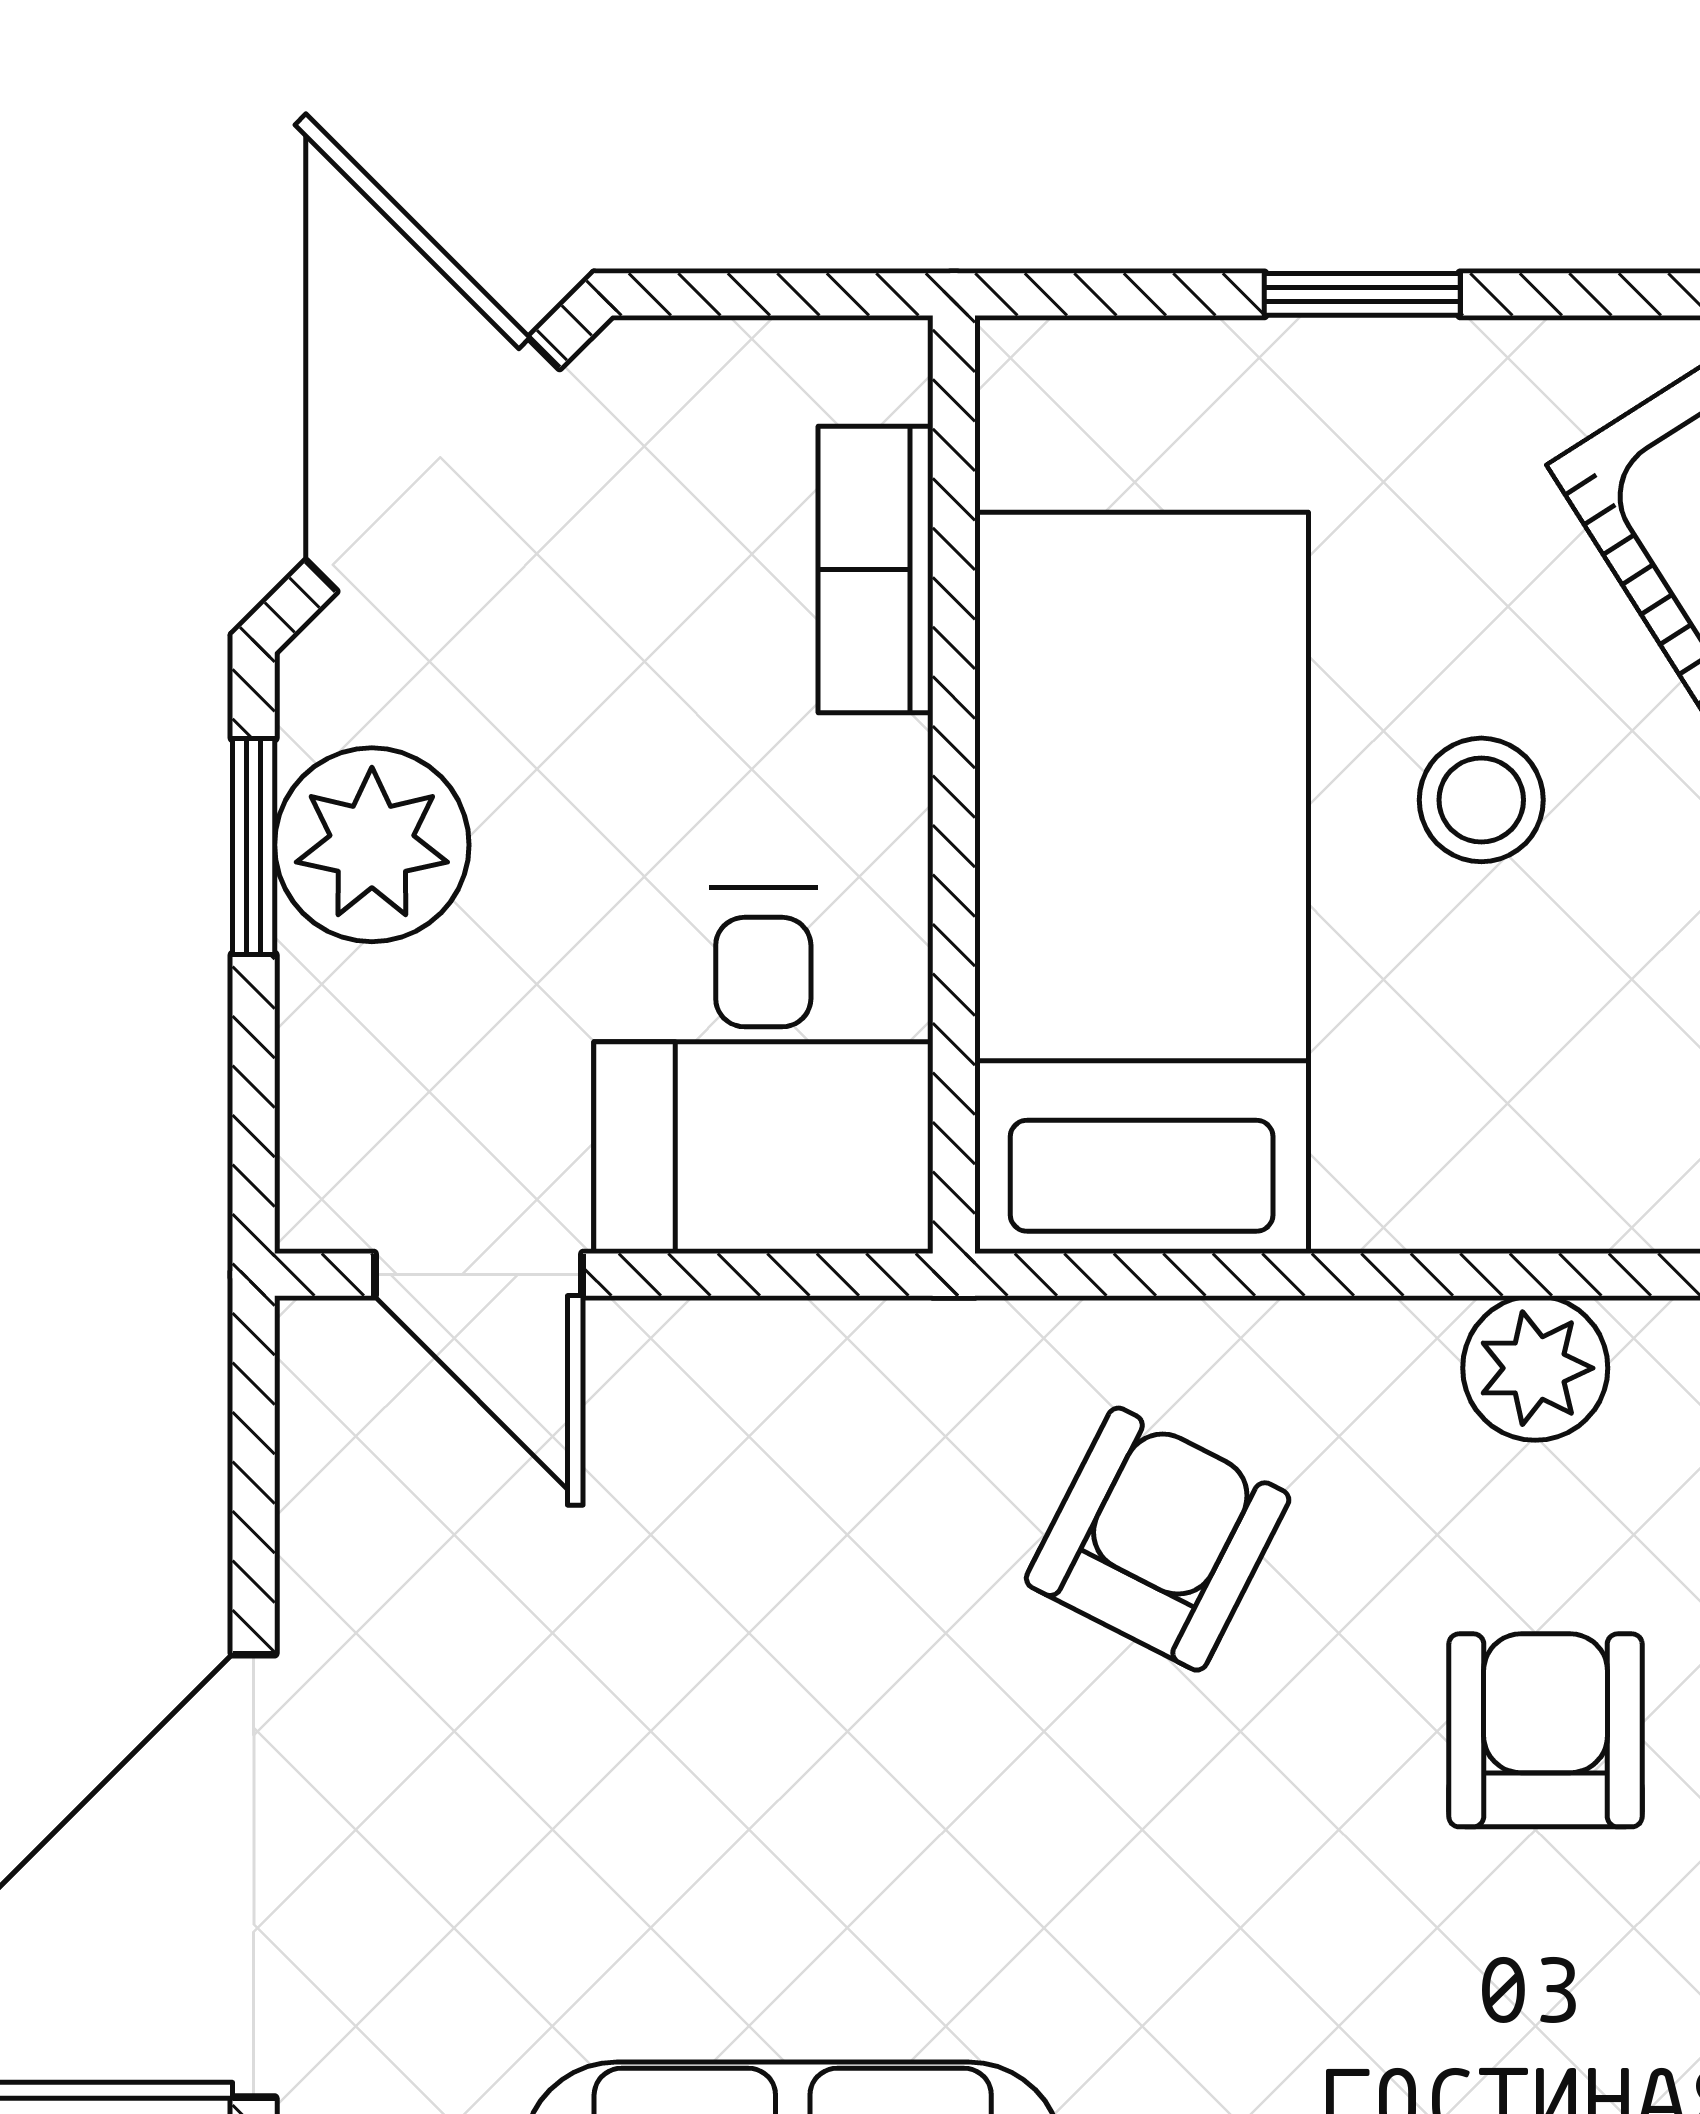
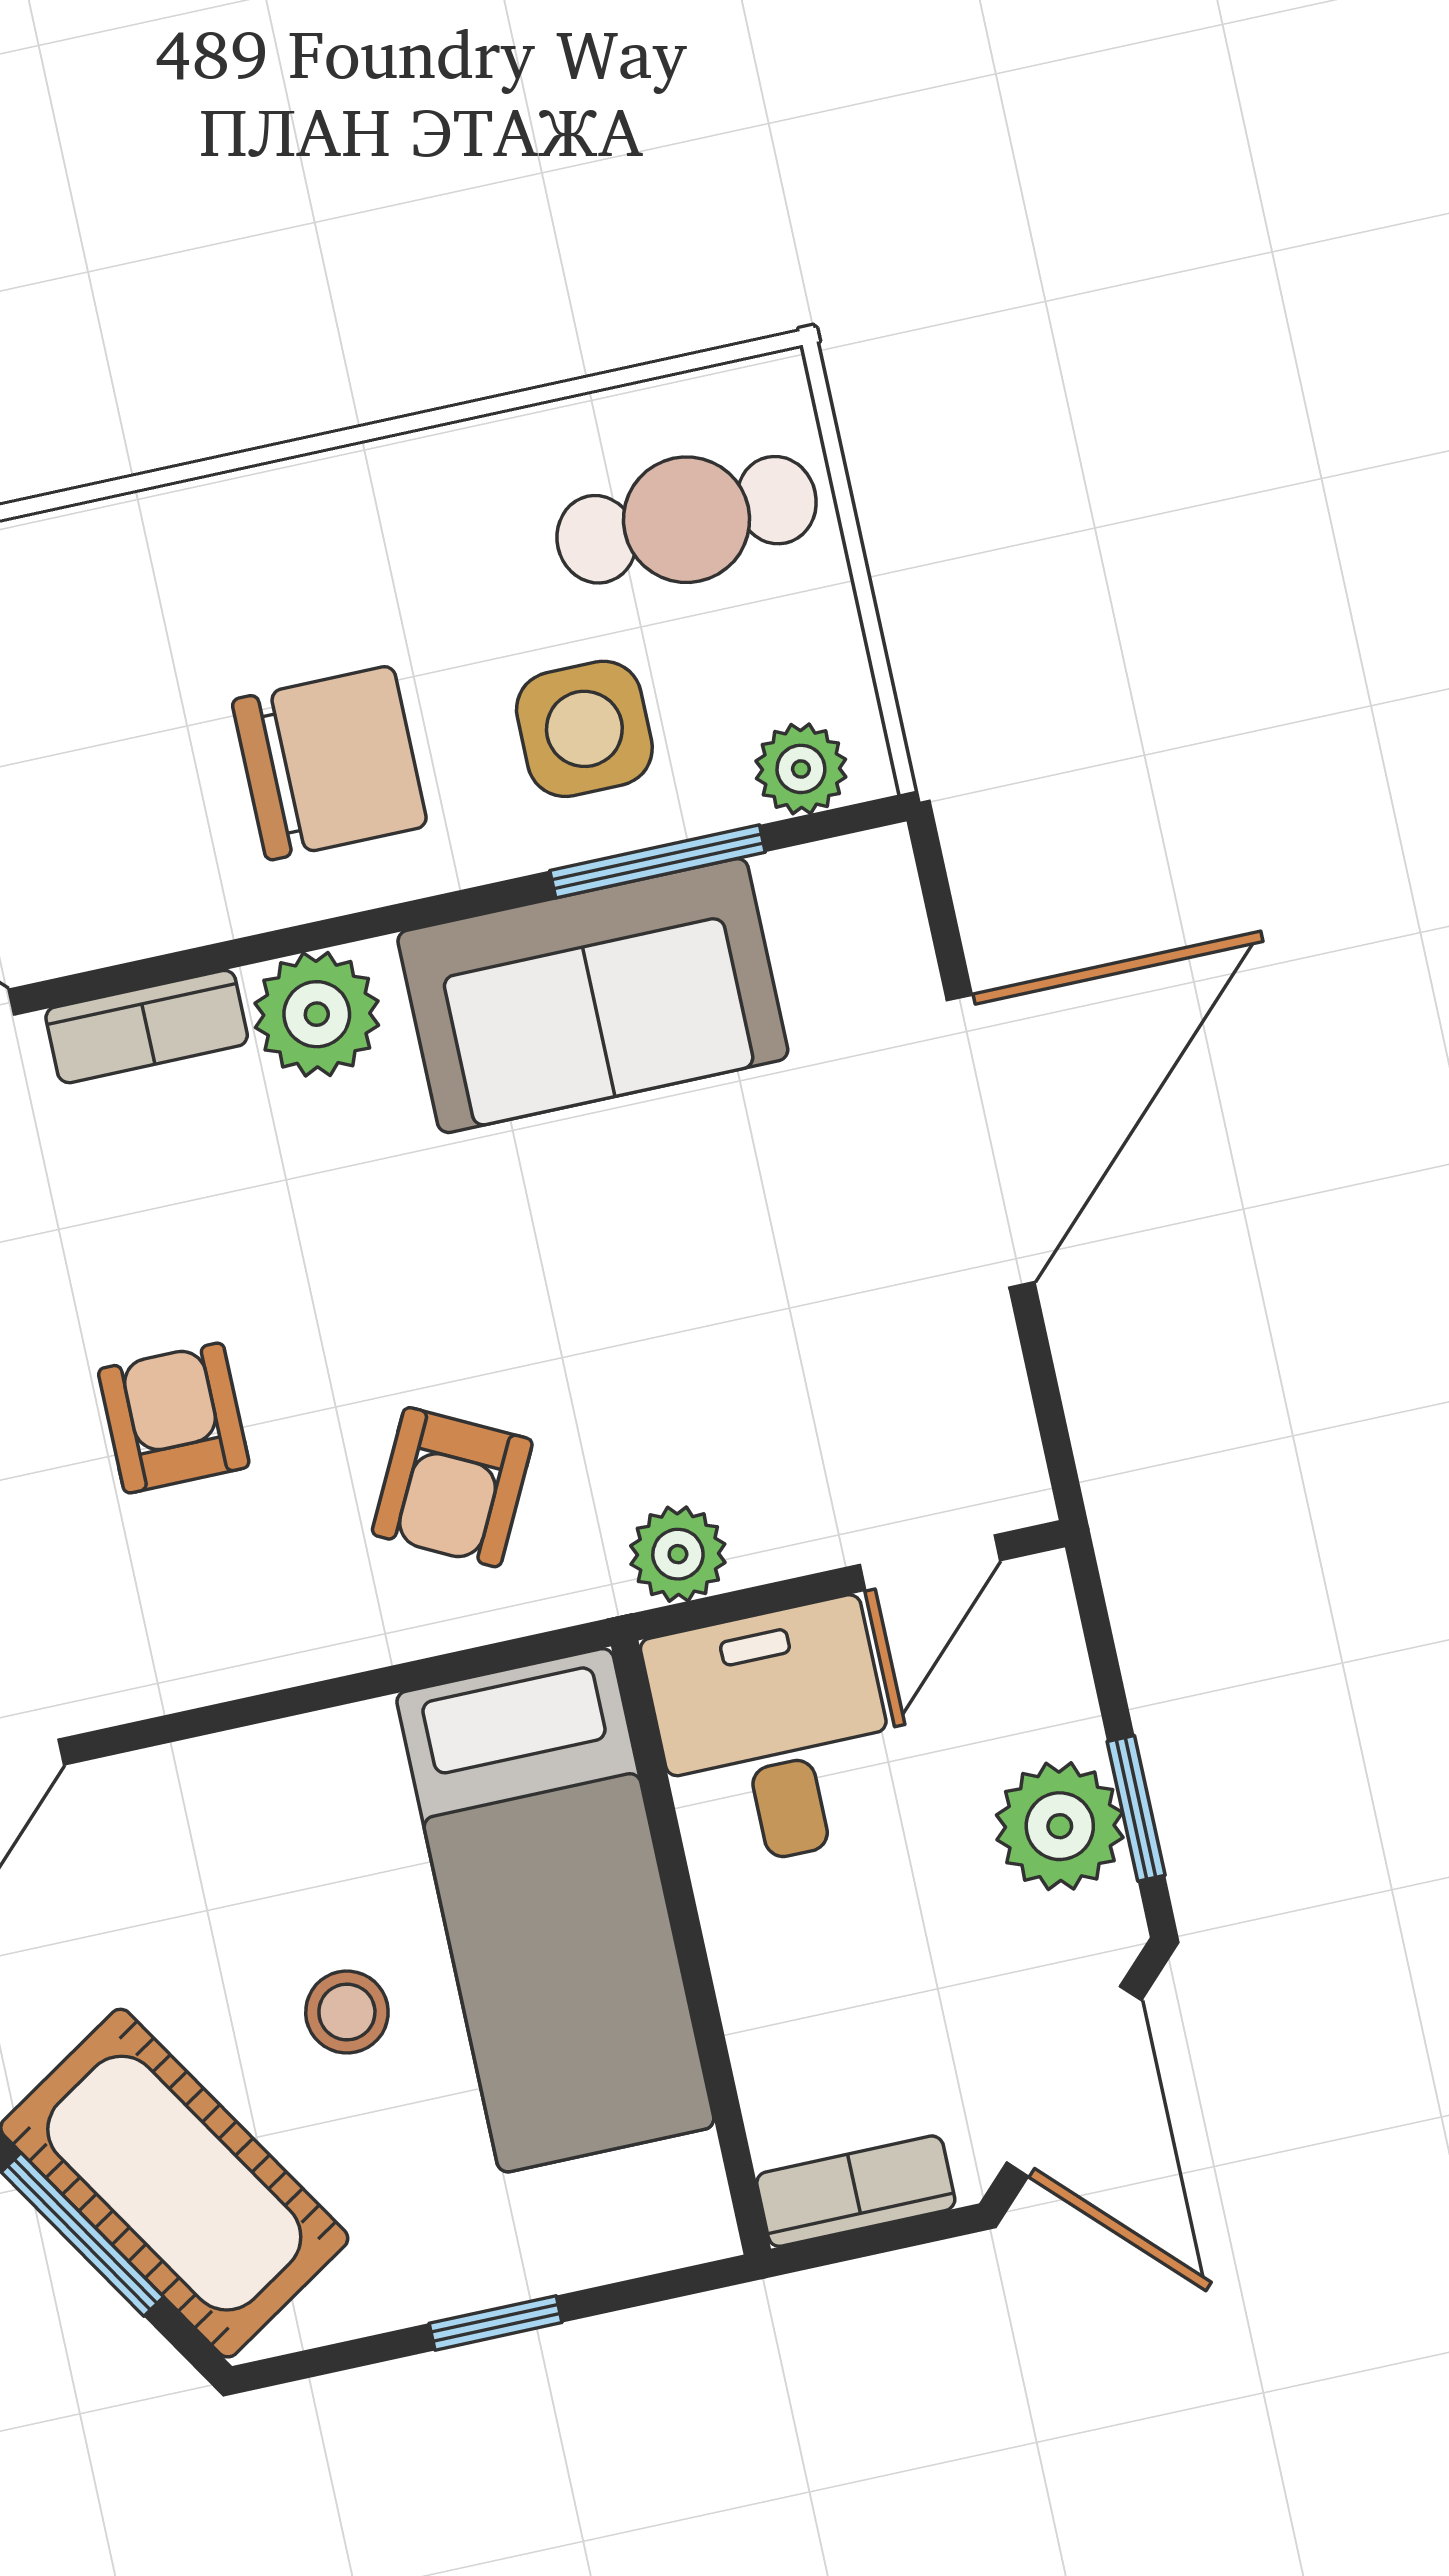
bookcase: (875, 570) -> (856, 2191), moved, turned -90
door: (479, 1275) -> (930, 1563), swing flipped
plant: (1535, 1368) -> (678, 1554), moved
armchair: (1546, 1730) -> (174, 1418), turned 180

